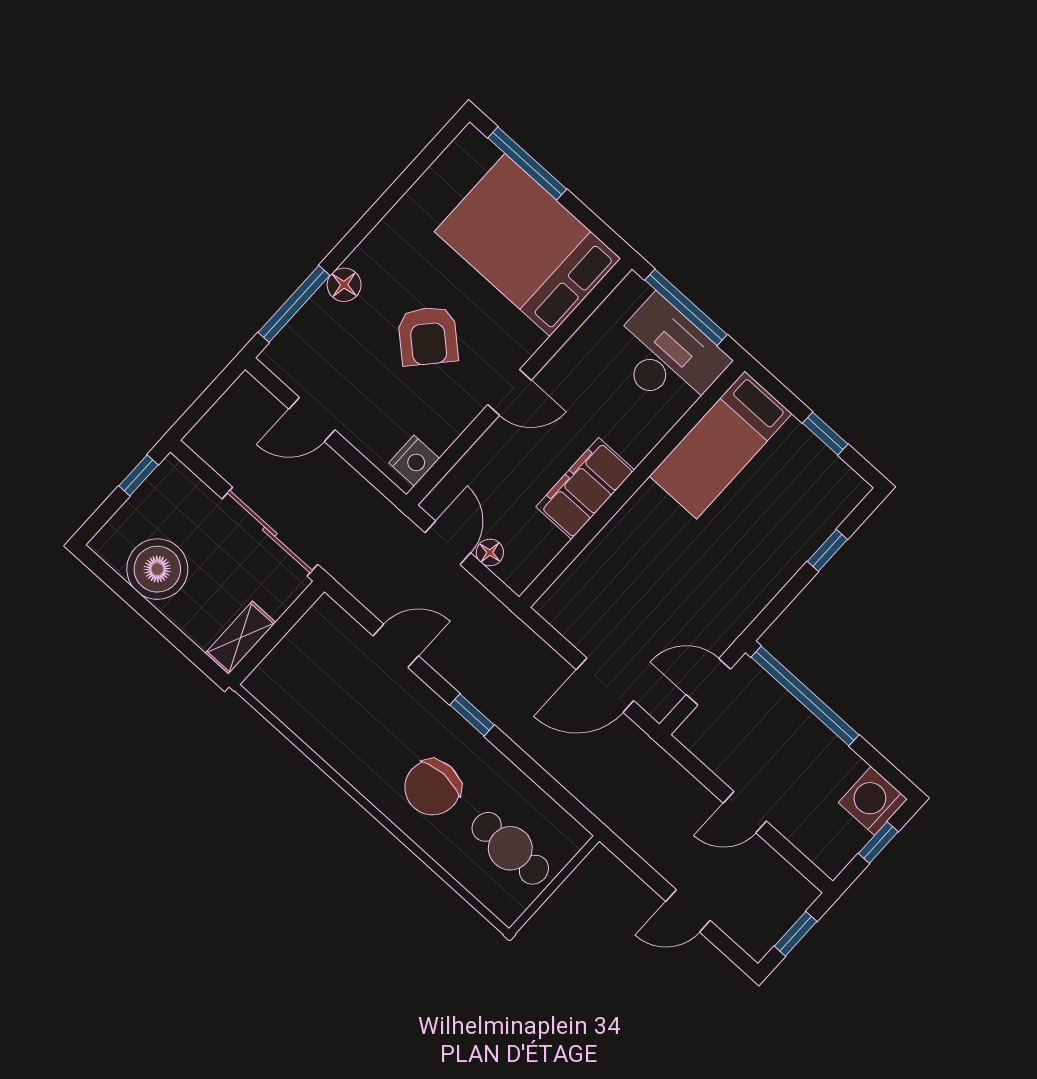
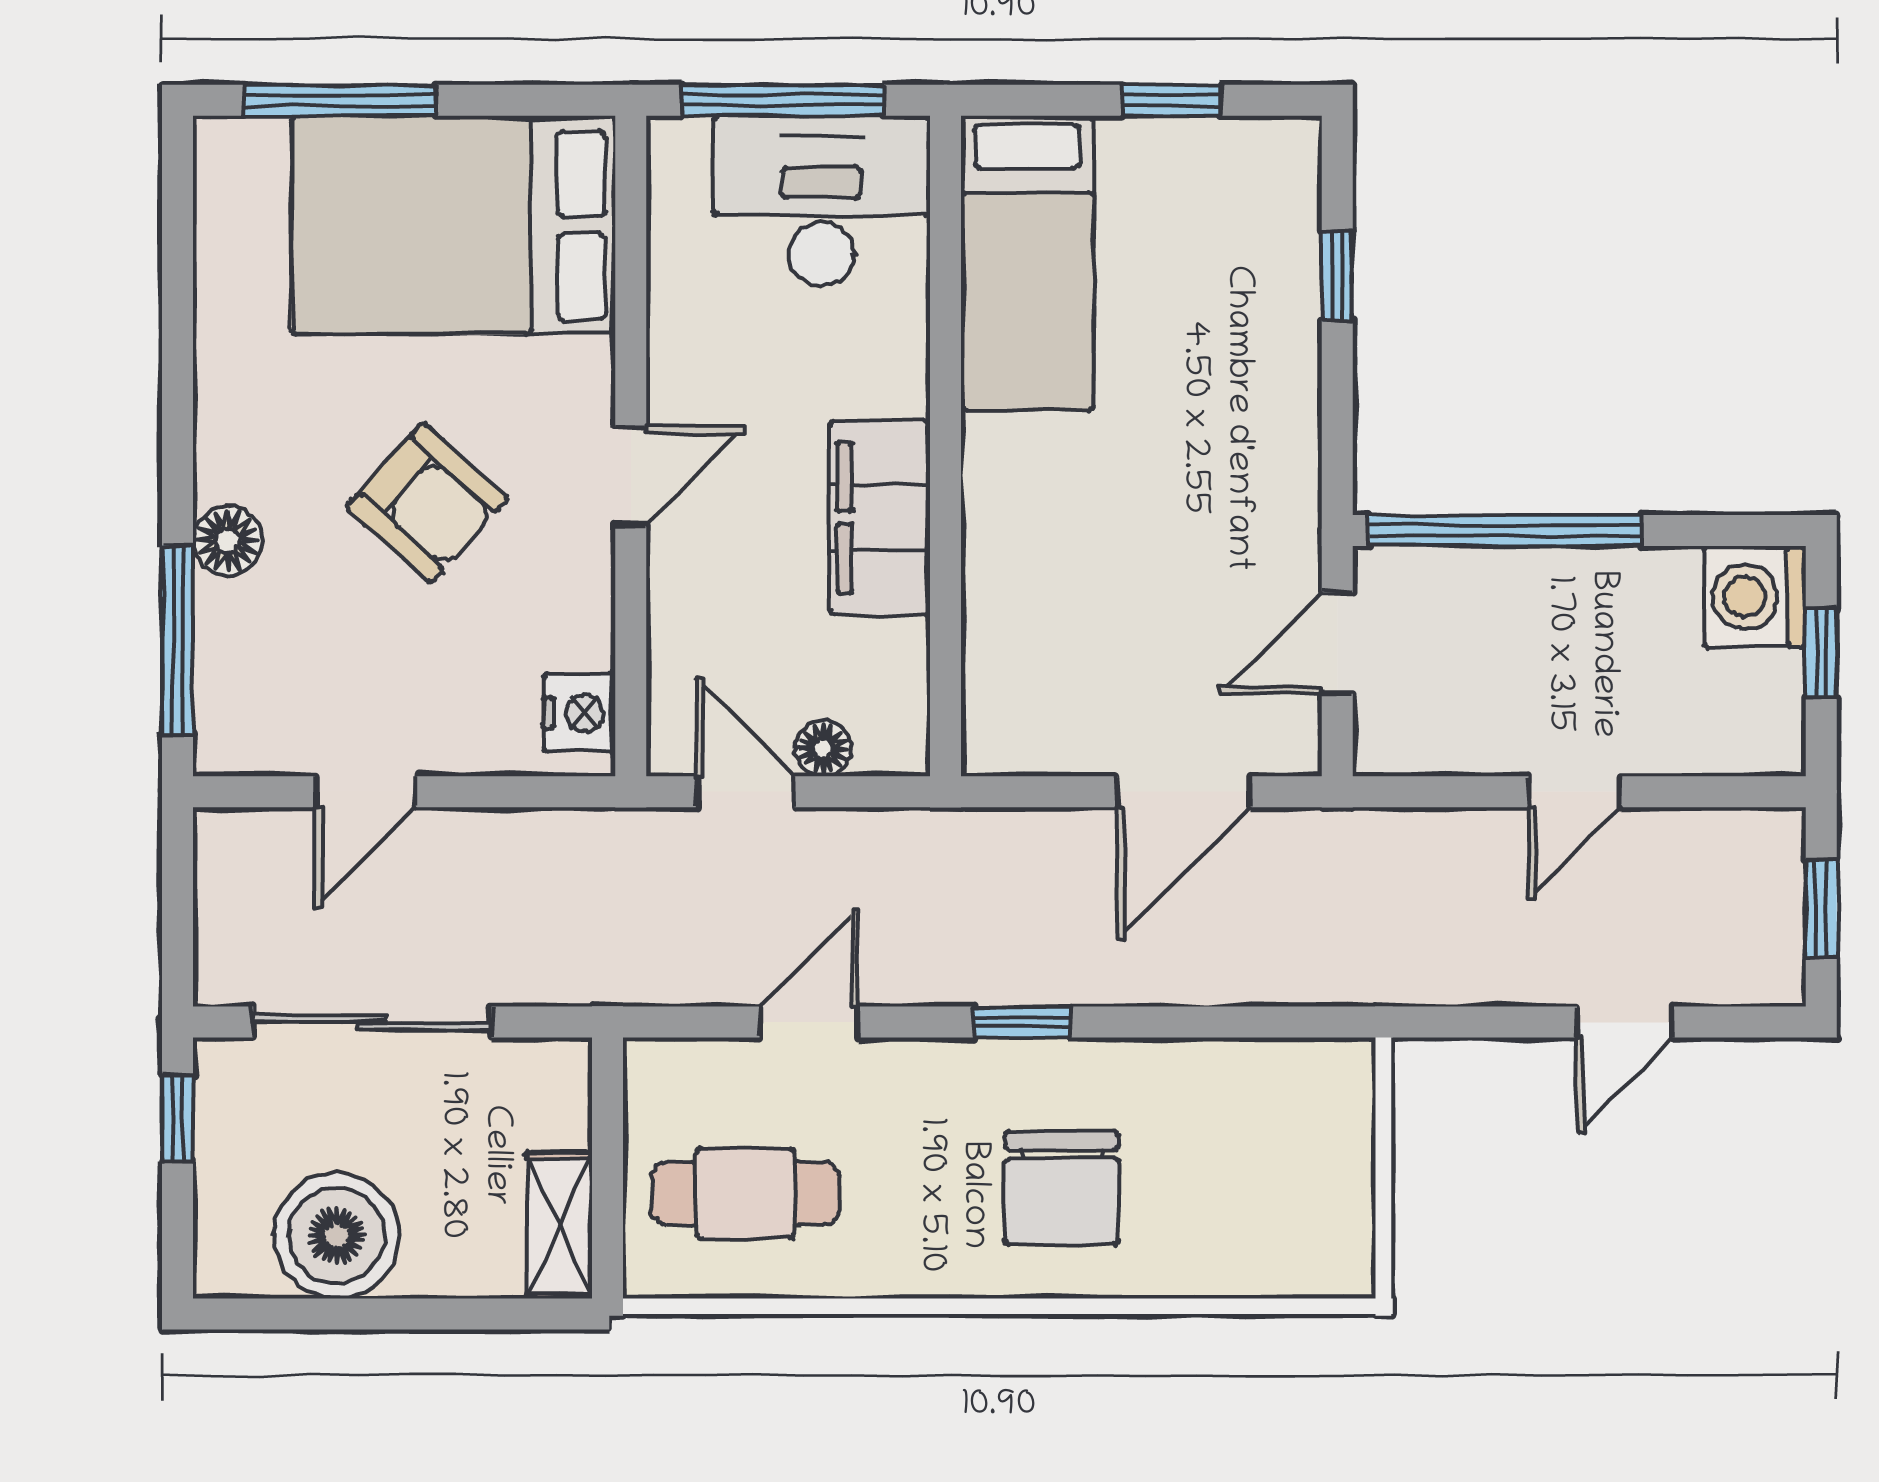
sliding door: (270, 532) -> (372, 1022), moved
cafe table: (510, 848) -> (745, 1193), moved

